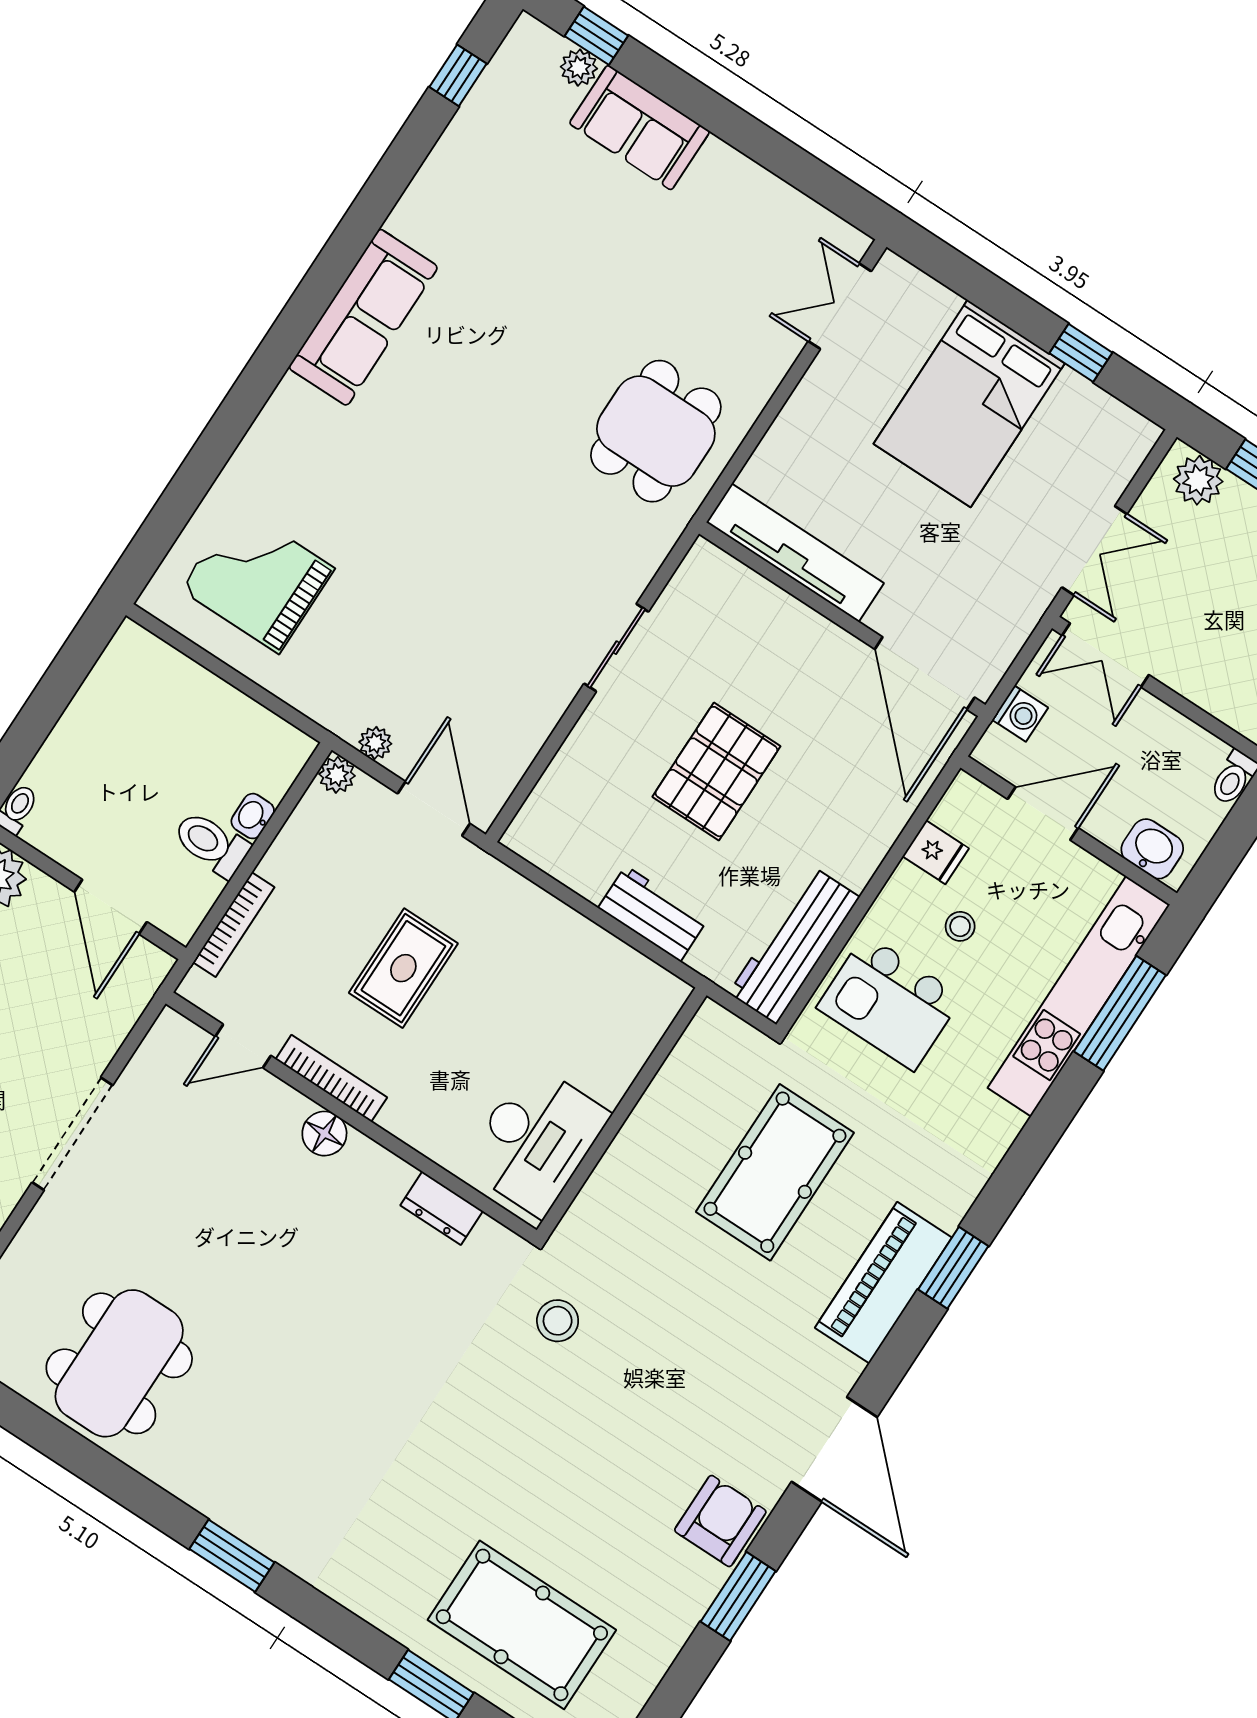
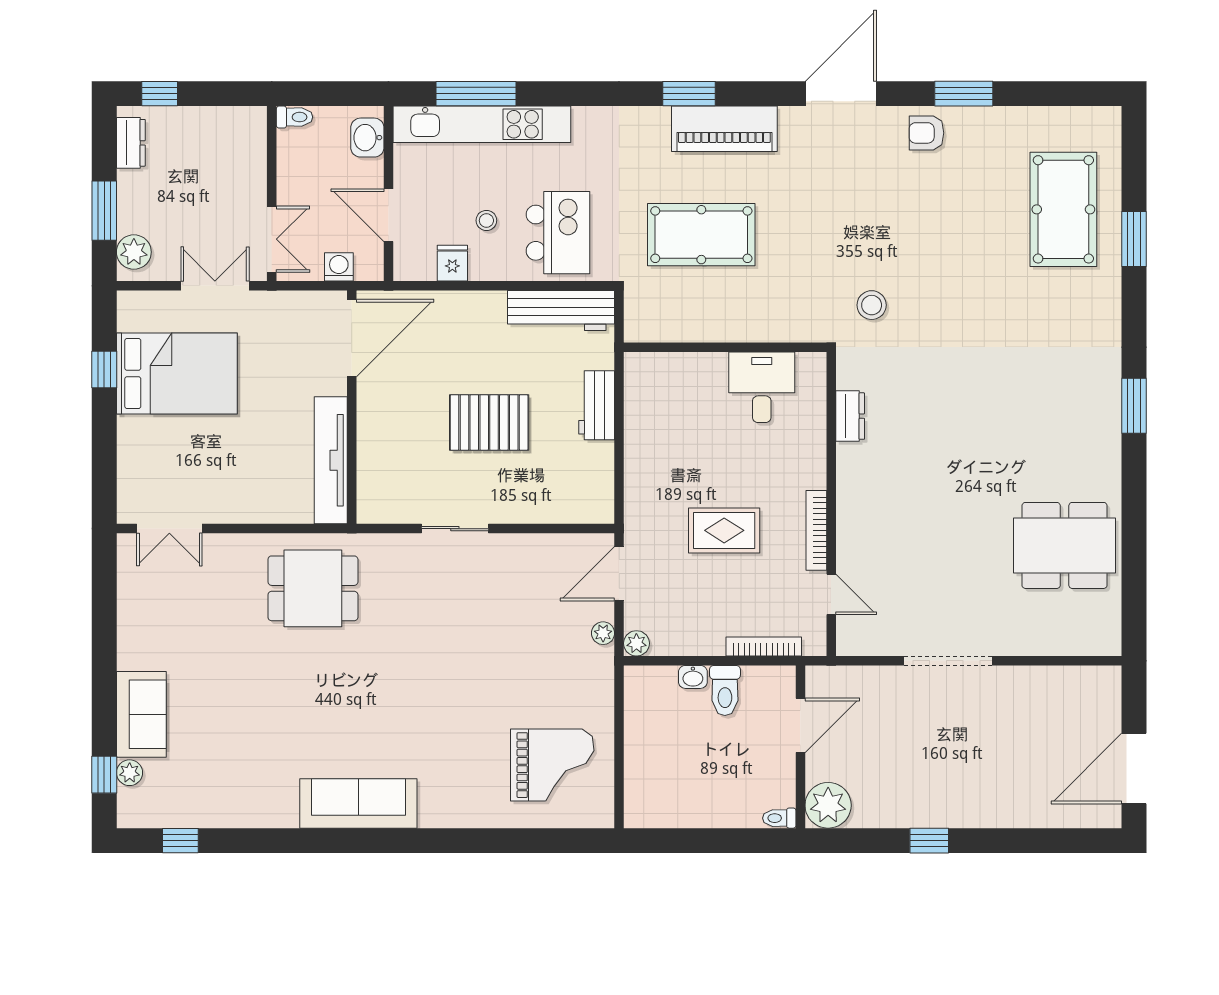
bed: (969, 404) -> (177, 373), moved
grand piano: (257, 579) -> (552, 765), turned -90
floor lamp: (324, 1134) -> (851, 513), removed
desk: (536, 1140) -> (762, 387), width x0.73
armchair: (720, 1521) -> (926, 133), width x0.72, depth x0.72

